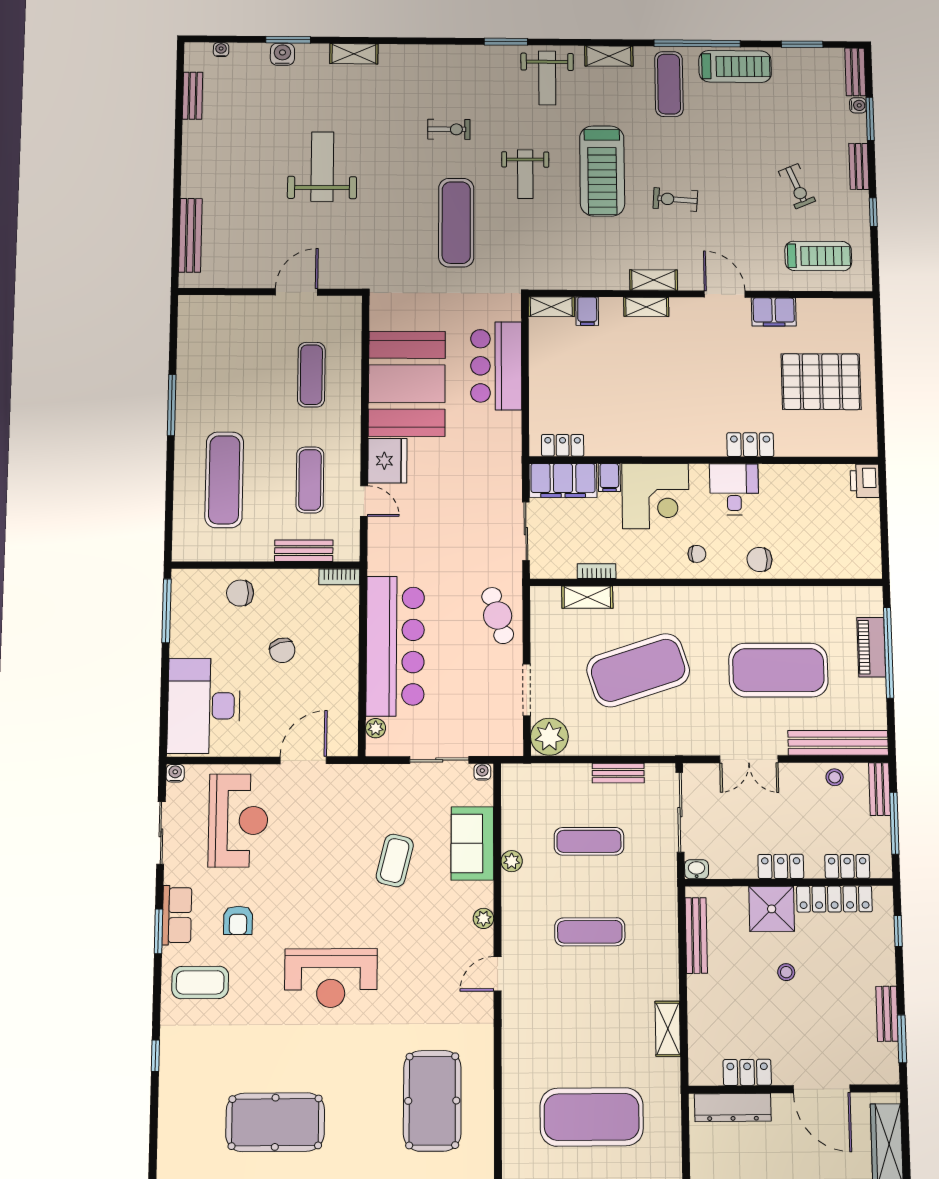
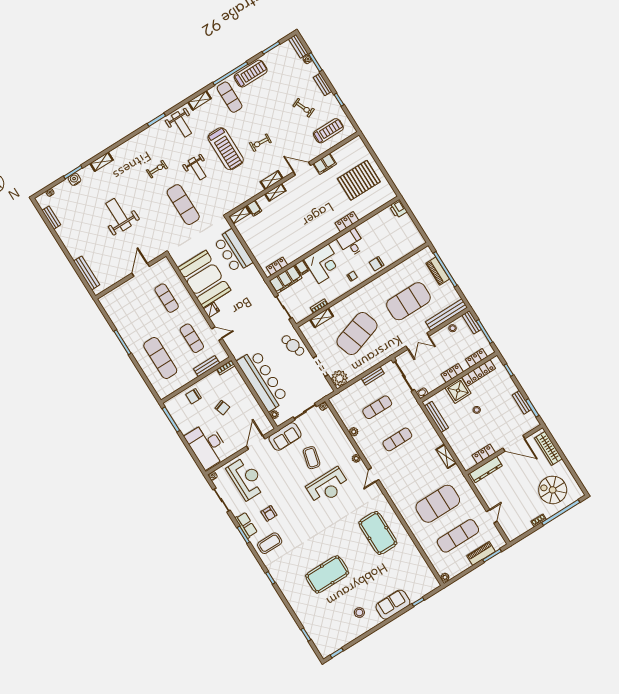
fridge: (387, 461) -> (211, 310), width x0.53, depth x0.75
sofa: (472, 843) -> (285, 437), moved, turned -90
reception desk: (331, 978) -> (328, 486), moved

